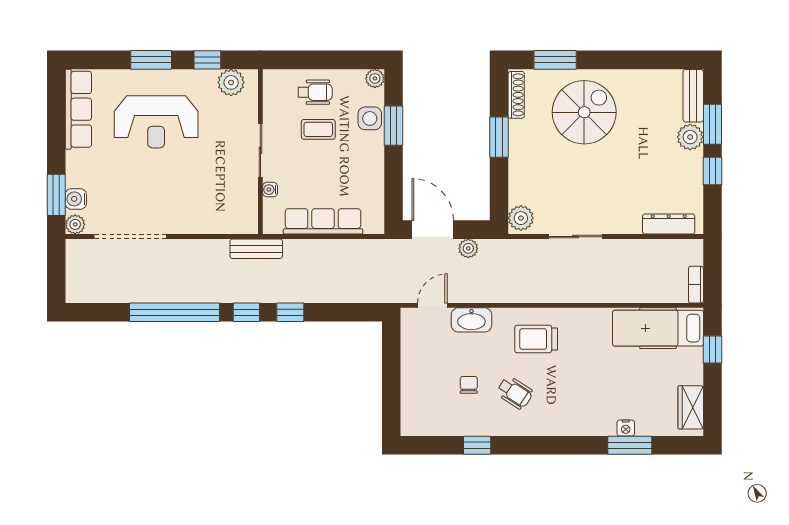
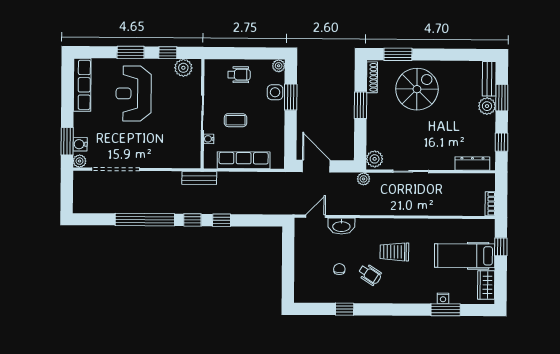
reception desk: (156, 122) -> (134, 93), turned 90
coffee table: (318, 129) -> (236, 120), moved
window: (712, 171) -> (502, 142), moved
plant: (468, 248) -> (364, 179), moved
hospital bed: (658, 328) -> (465, 256), moved
trolley: (536, 339) -> (394, 252), moved

